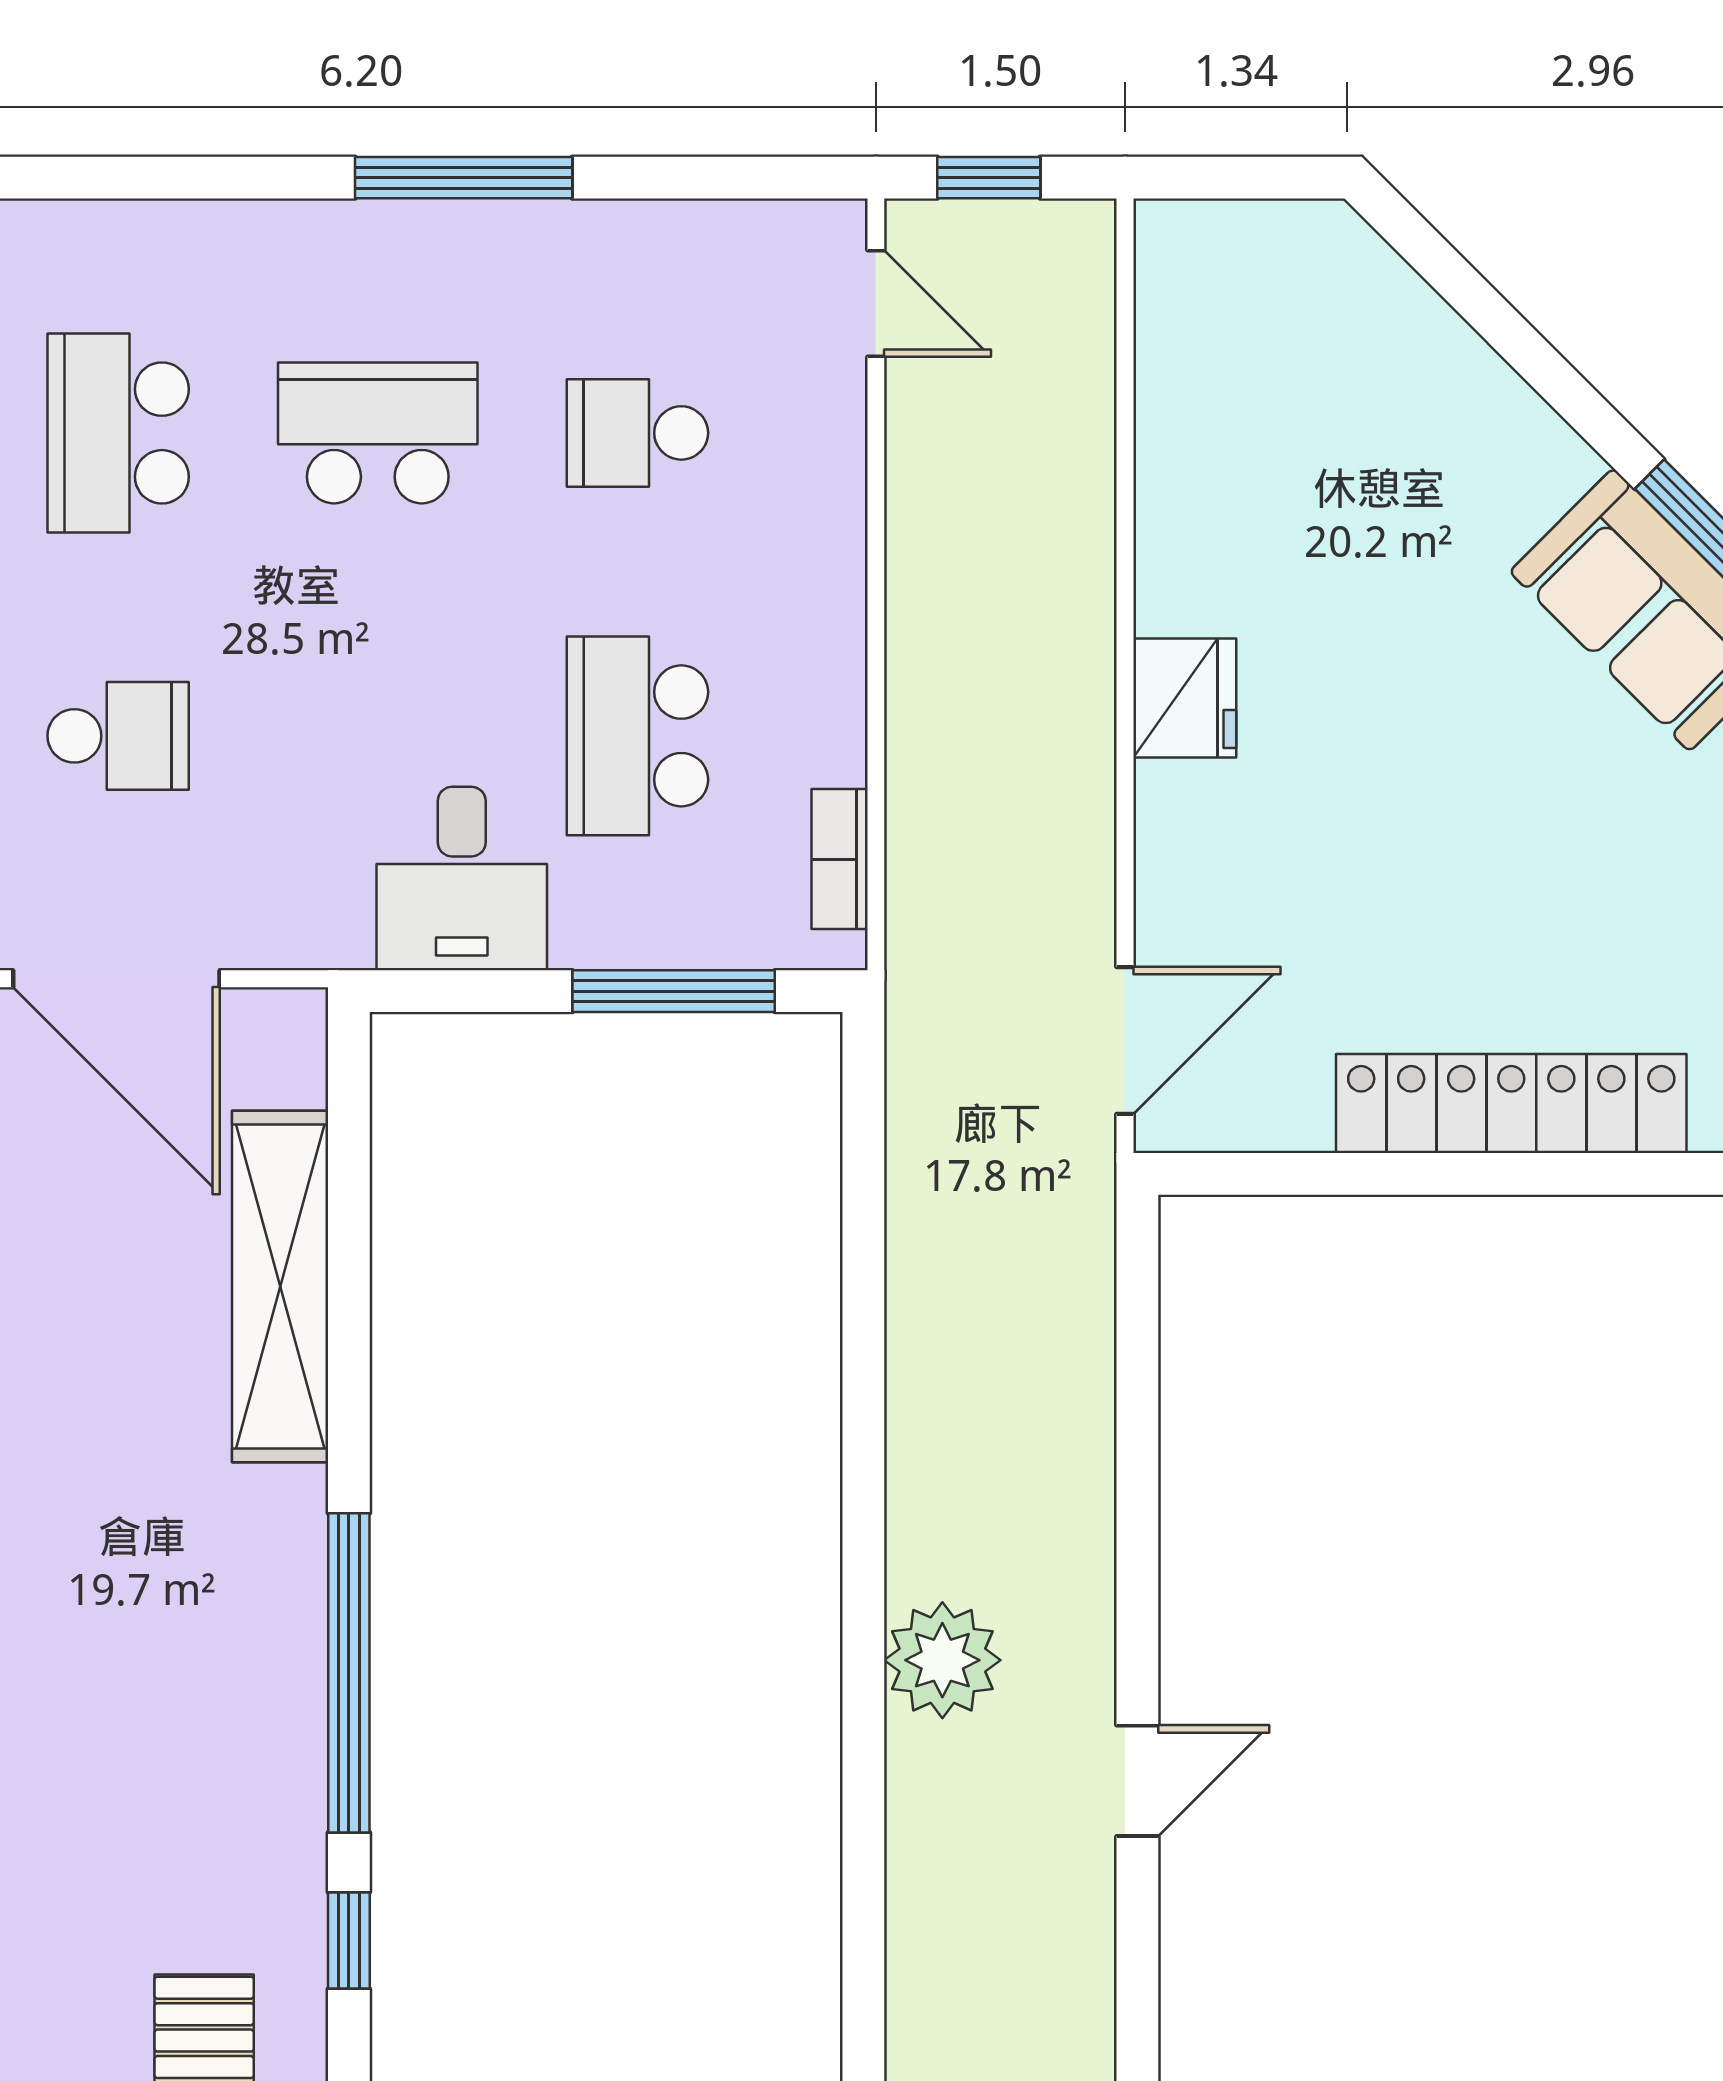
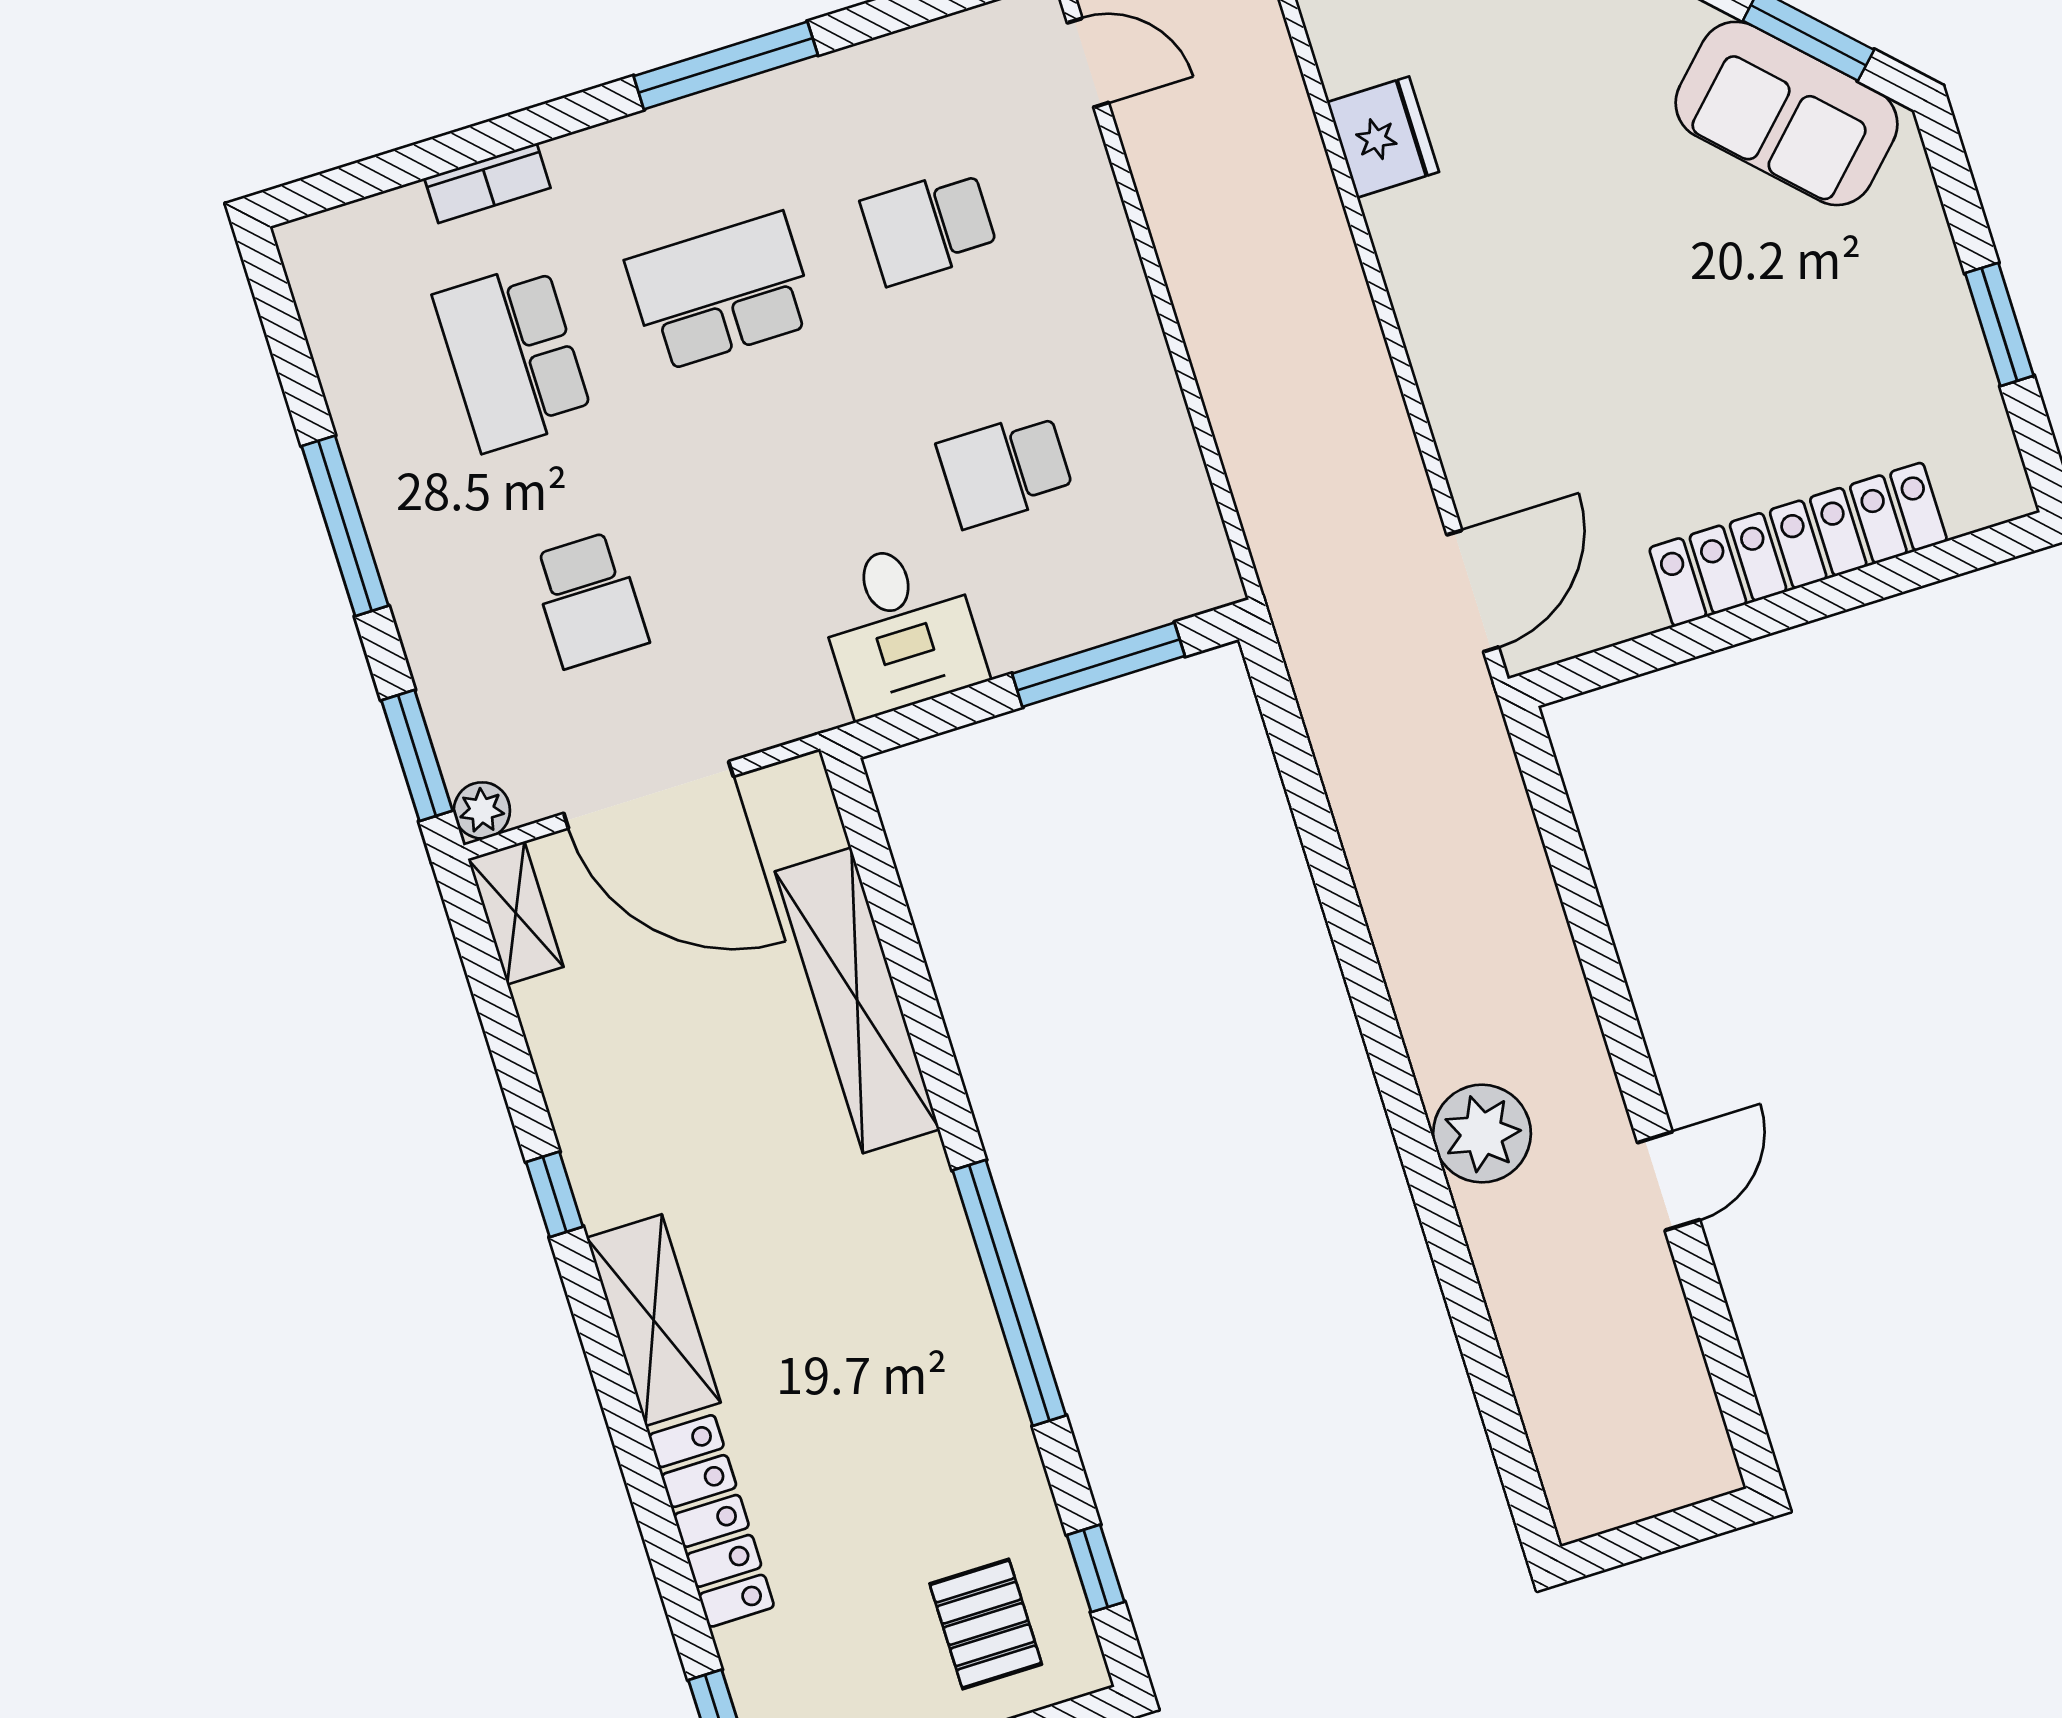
fridge: (1185, 698) -> (1383, 137), moved
school desk: (118, 736) -> (589, 600), turned 90
school desk: (637, 736) -> (1005, 469), width x0.54
bookcase: (840, 859) -> (487, 183), moved, turned -90
window: (349, 1940) -> (1096, 1568), moved

